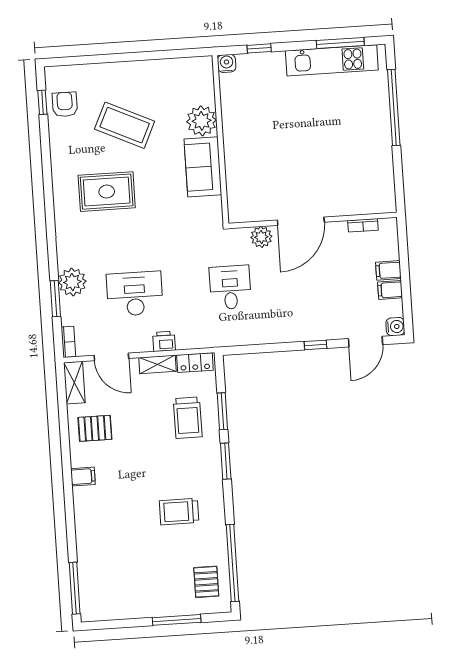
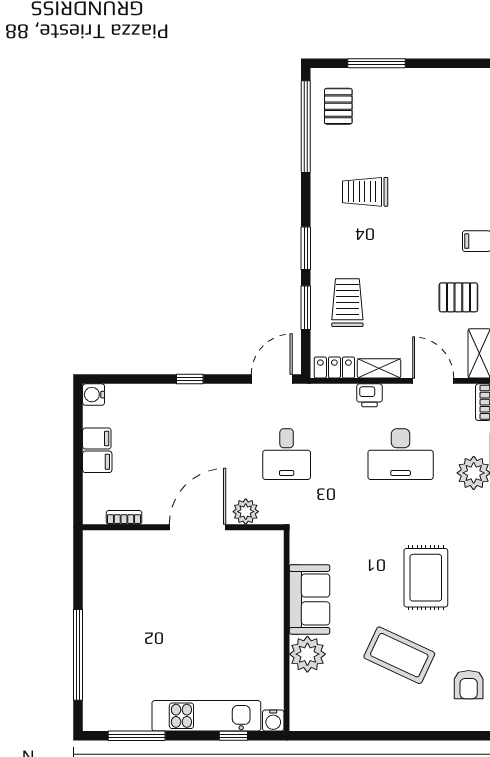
kitchen unit: (332, 60) -> (206, 716), moved
rug: (107, 192) -> (426, 578), turned 90
door: (365, 342) -> (272, 379), moved
trolley: (179, 512) -> (365, 192), turned 180

